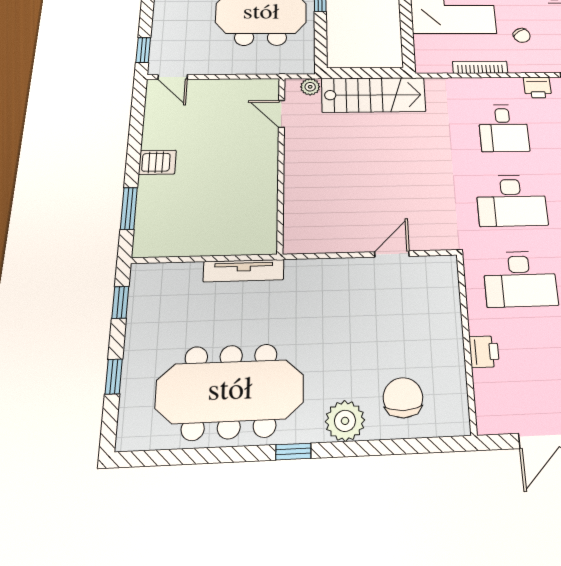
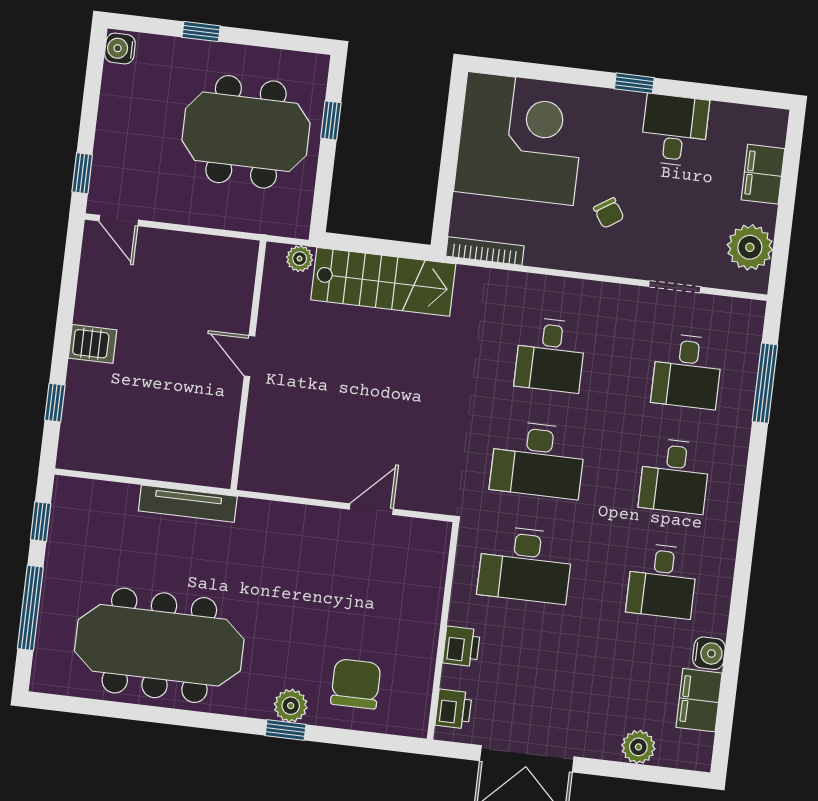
bookcase: (480, 67) -> (485, 251), moved
printer: (537, 87) -> (453, 709), moved, turned -90
door: (281, 114) -> (249, 356), moved
window: (129, 208) -> (55, 403), width x0.67
window: (114, 376) -> (30, 608), width x2.17
plant: (345, 421) -> (291, 706), width x0.73, depth x0.73
window: (293, 452) -> (286, 730), moved

